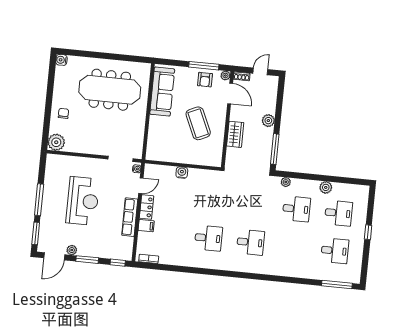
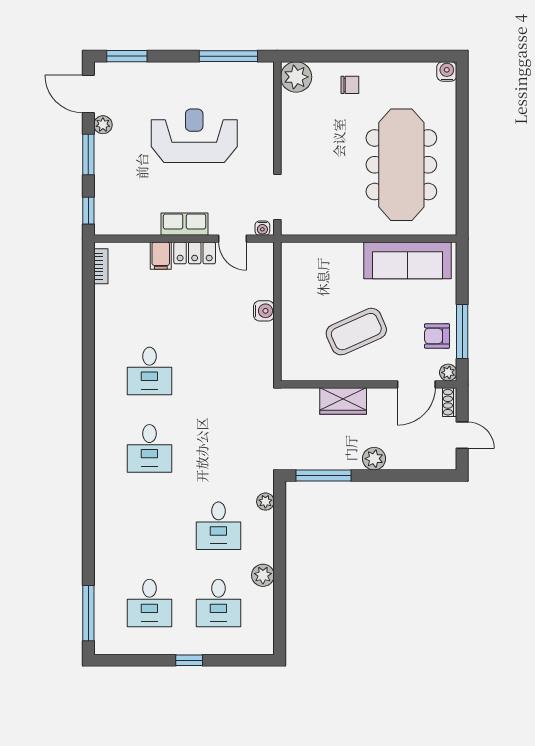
window: (39, 200) -> (228, 56), moved
reception desk: (83, 201) -> (194, 136), turned 180
row of seats: (130, 217) -> (185, 224), width x0.68

